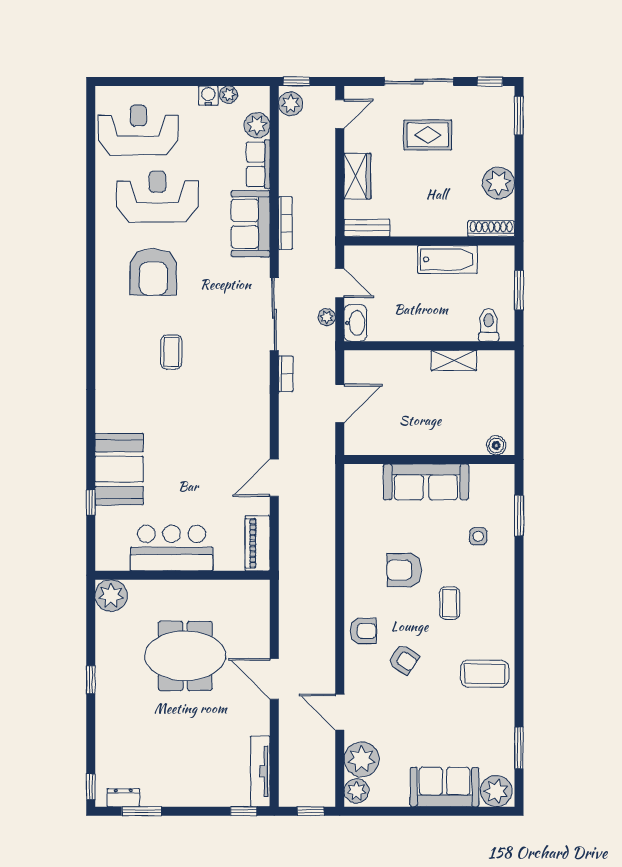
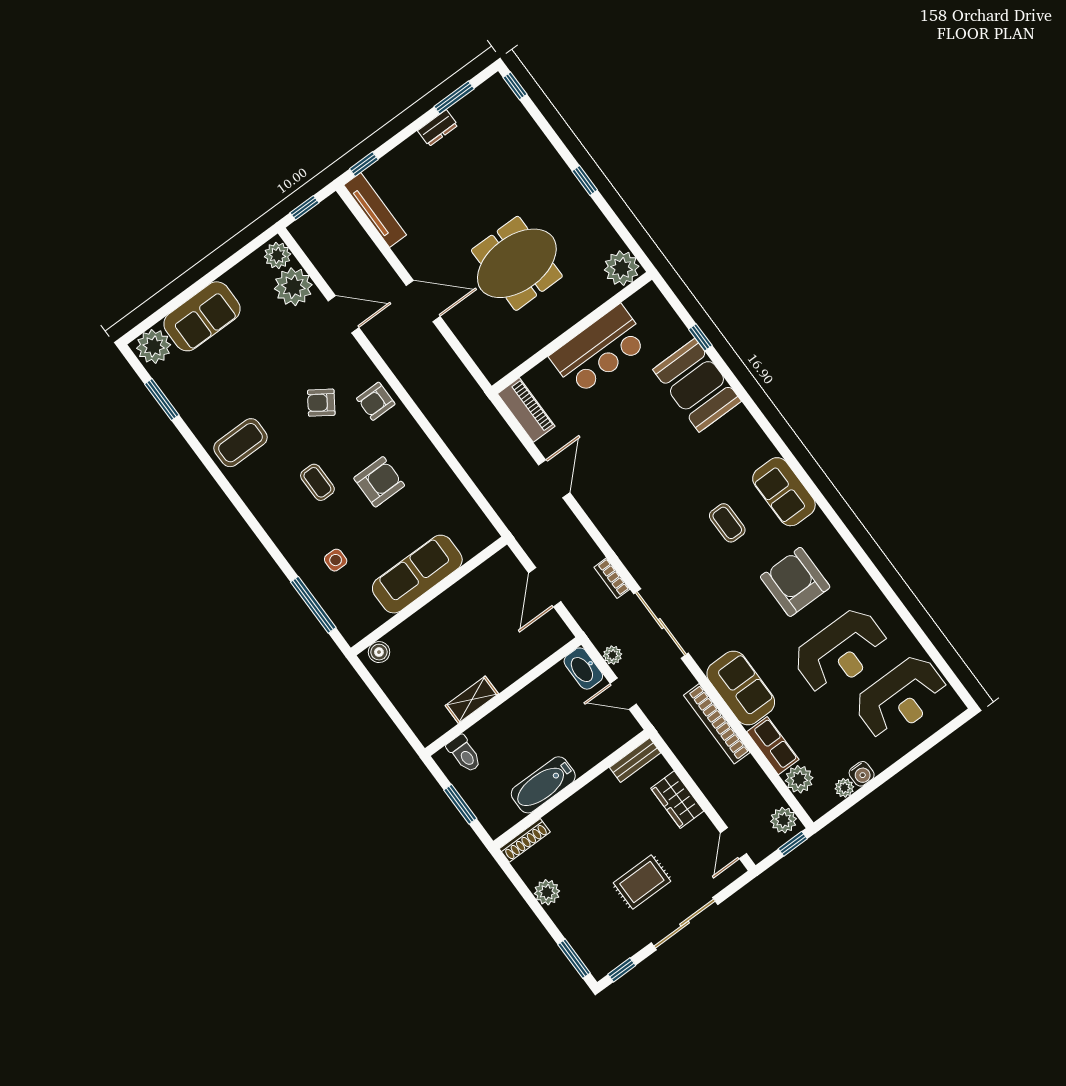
plant: (499, 183) -> (547, 892), width x0.73, depth x0.73
bookcase: (285, 223) -> (717, 724), width x1.48, depth x1.31
sofa: (113, 344) -> (784, 492), added
window: (519, 516) -> (313, 605), width x1.44
dresser: (123, 798) -> (438, 128), moved

